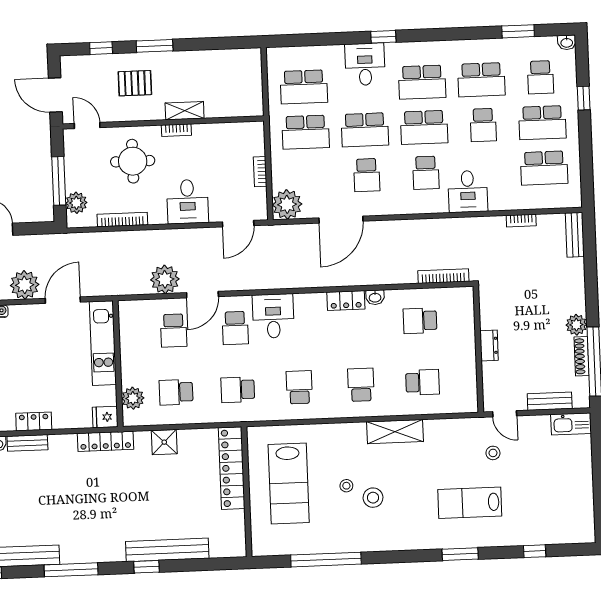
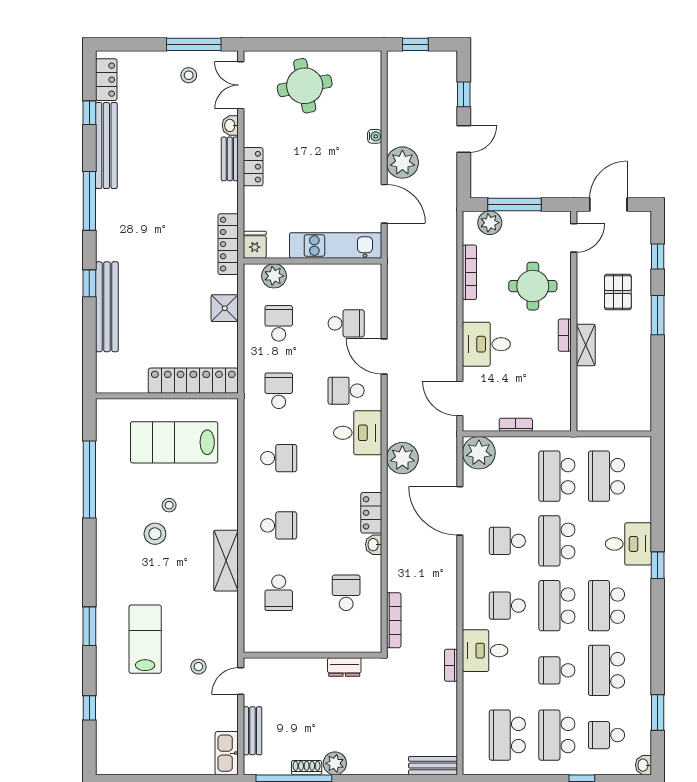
bookcase: (521, 221) -> (451, 665), moved
plant: (165, 279) -> (402, 458), moved
school desk: (174, 331) -> (346, 323), turned 180
dresser: (489, 346) -> (344, 667), moved
shoe rack: (582, 356) -> (307, 768), width x0.70

